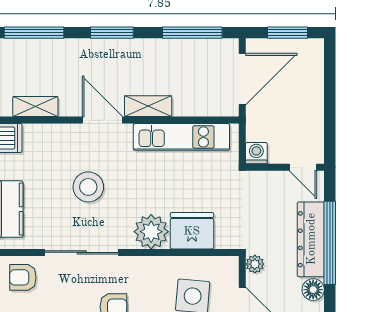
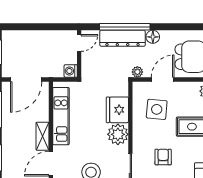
door: (242, 79) -> (26, 79), swing flipped

